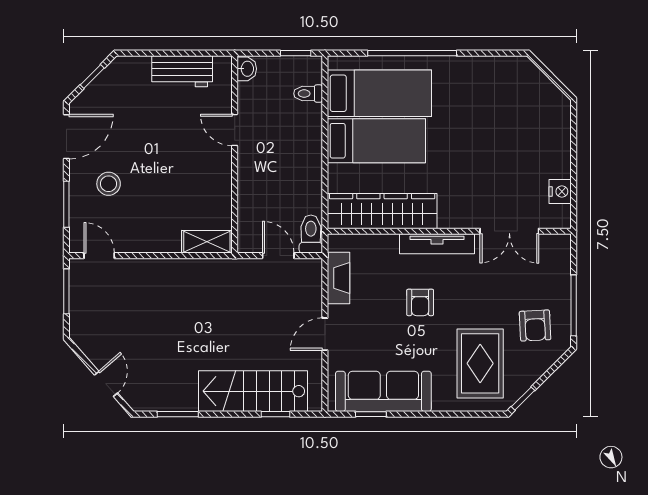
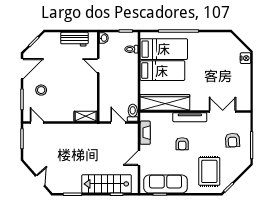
nightstand: (560, 191) -> (245, 58), moved
double door: (509, 231) -> (223, 112), swing flipped
armchair: (535, 326) -> (232, 140), moved

